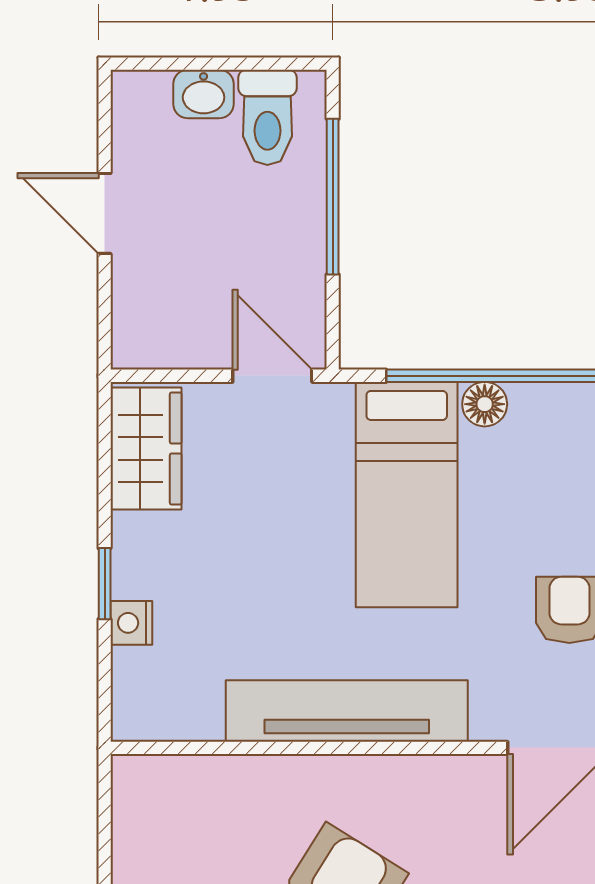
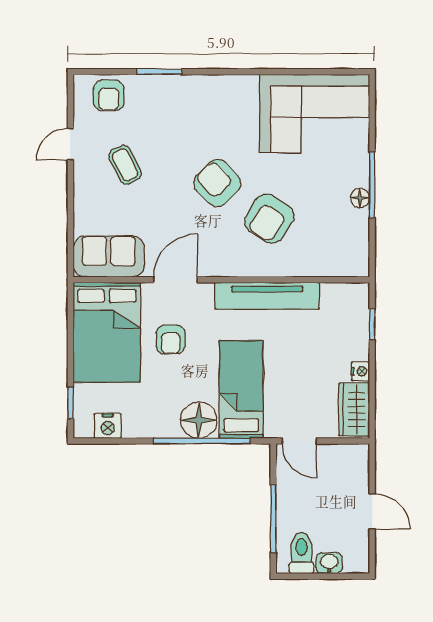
floor lamp: (485, 404) -> (199, 420), width x1.89, depth x1.89
window: (105, 584) -> (372, 324), moved
nightstand: (131, 623) -> (360, 371), moved

